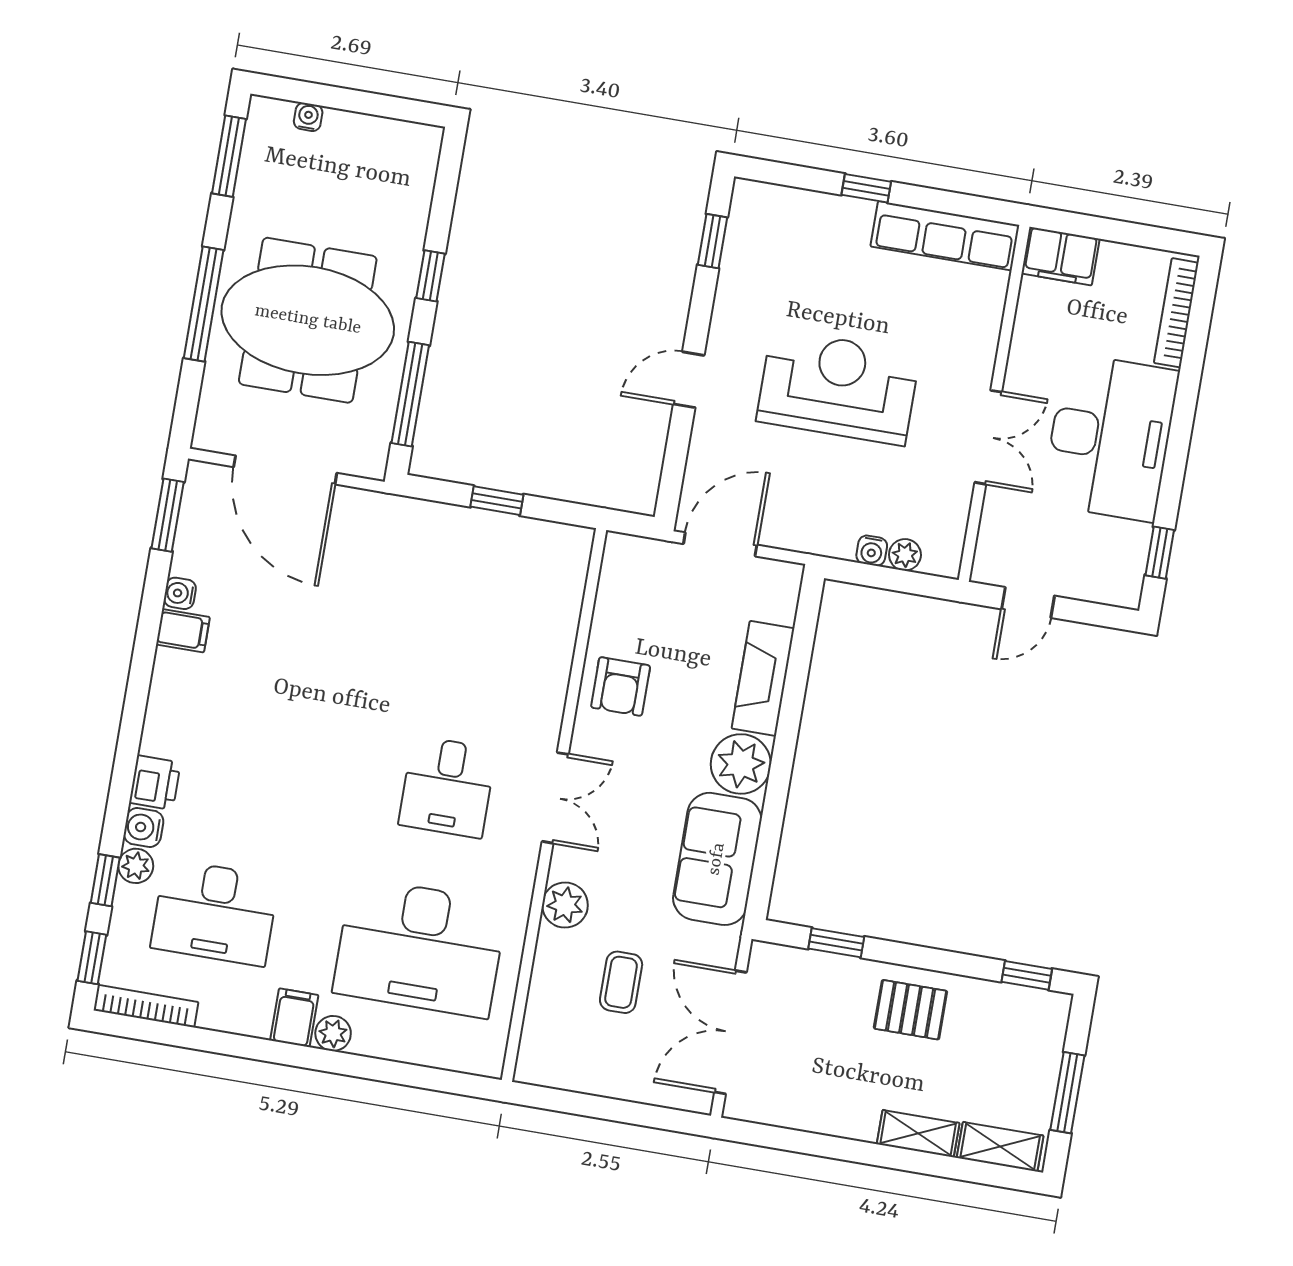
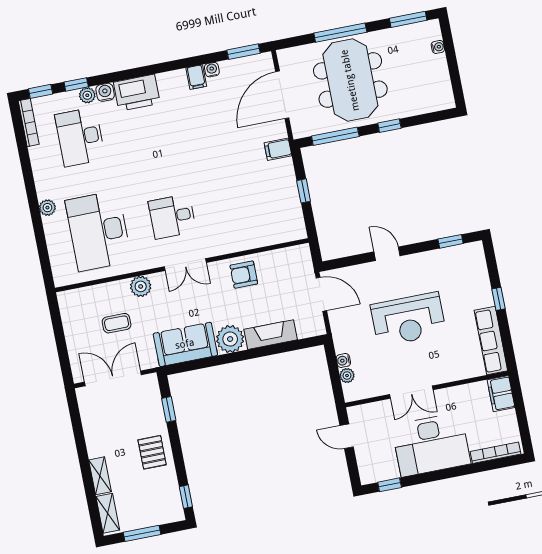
reception desk: (838, 387) -> (408, 319), turned 90
printer: (155, 783) -> (137, 93), width x1.87, depth x1.48
filing cabinet: (294, 1018) -> (278, 149), moved, turned 180

